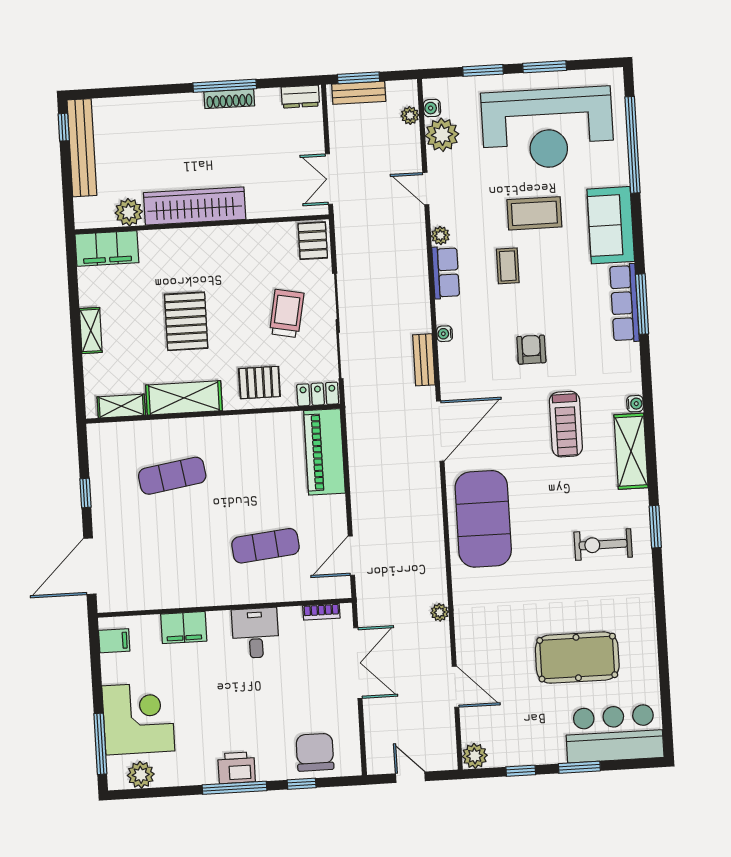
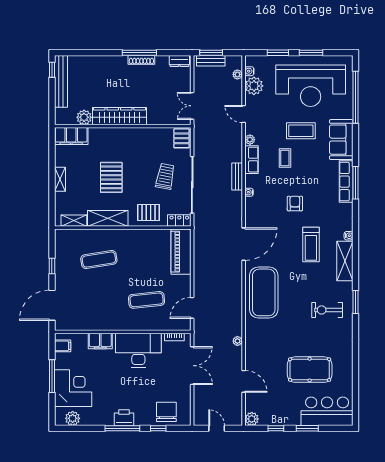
bench: (424, 360) -> (237, 176), moved
desk: (255, 633) -> (138, 350), width x1.87, depth x1.30
window: (100, 744) -> (52, 376), moved

